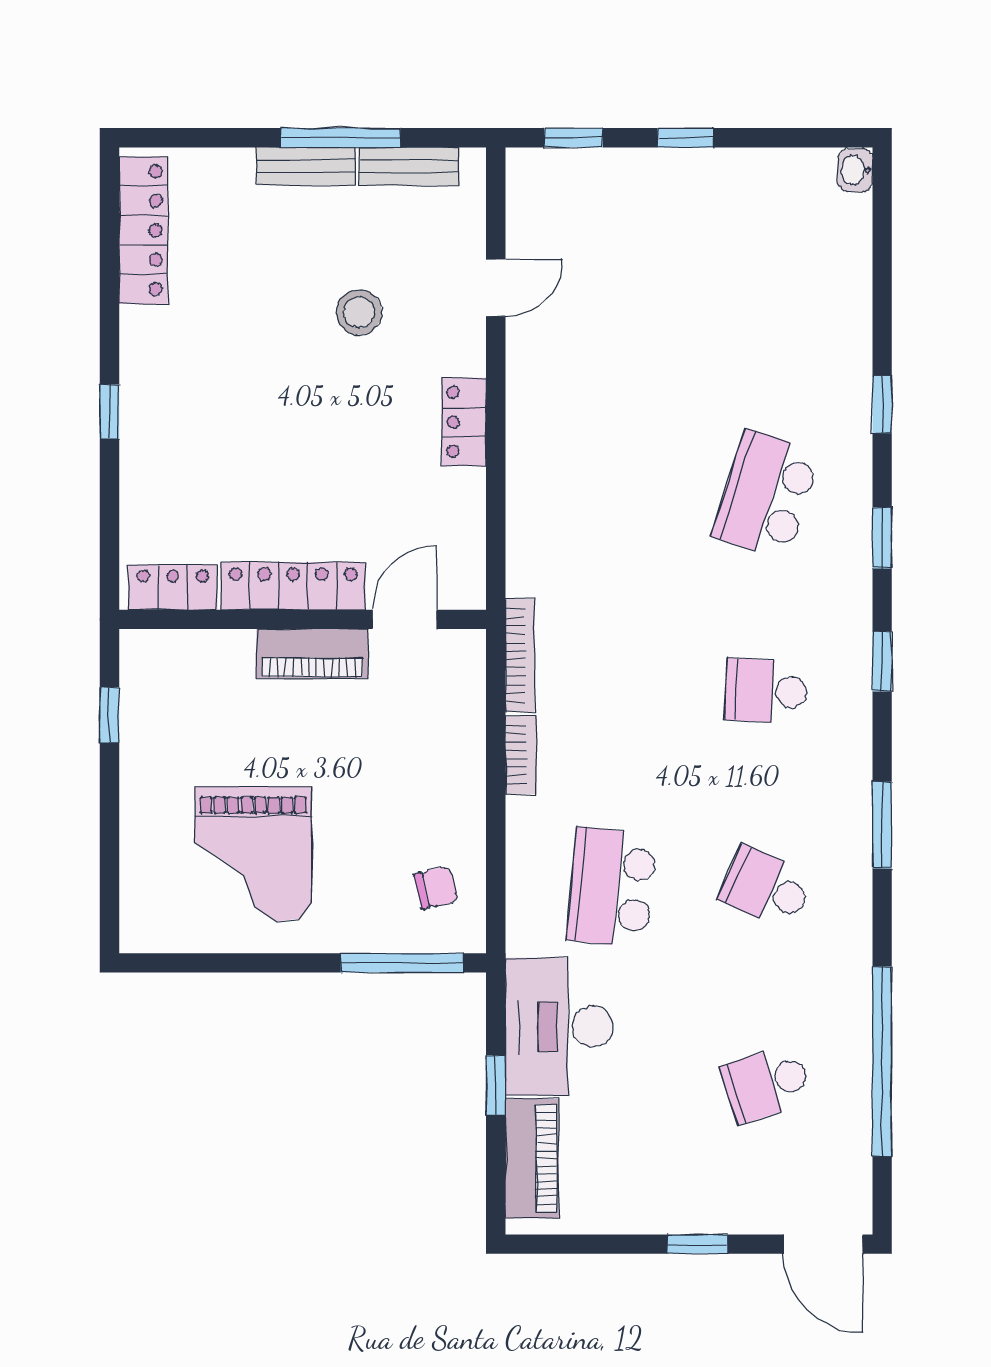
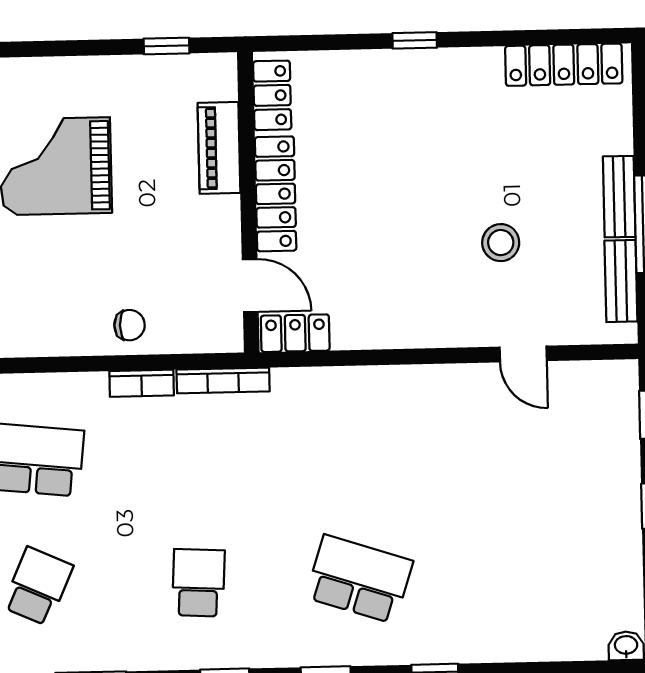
locker: (464, 422) -> (295, 333), moved
piano: (312, 654) -> (219, 148), moved
chair: (436, 888) -> (129, 325), moved, turned -77

